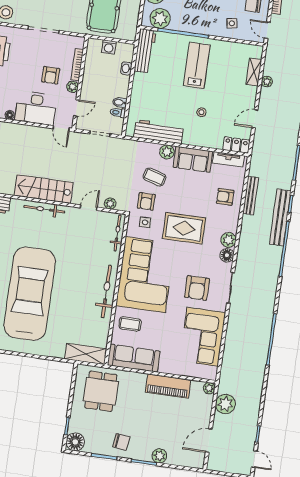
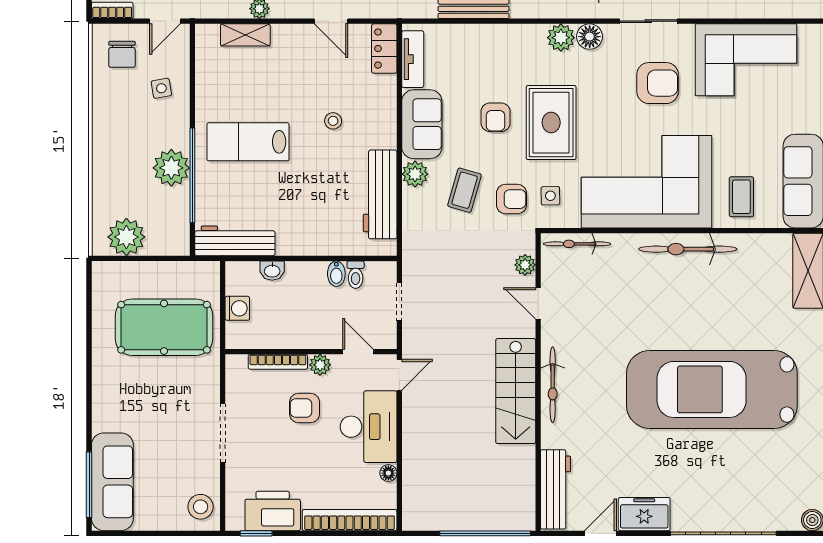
plant: (160, 18) -> (171, 168), moved
armchair: (51, 75) -> (305, 408), turned 180
armchair: (225, 197) -> (496, 117), moved

